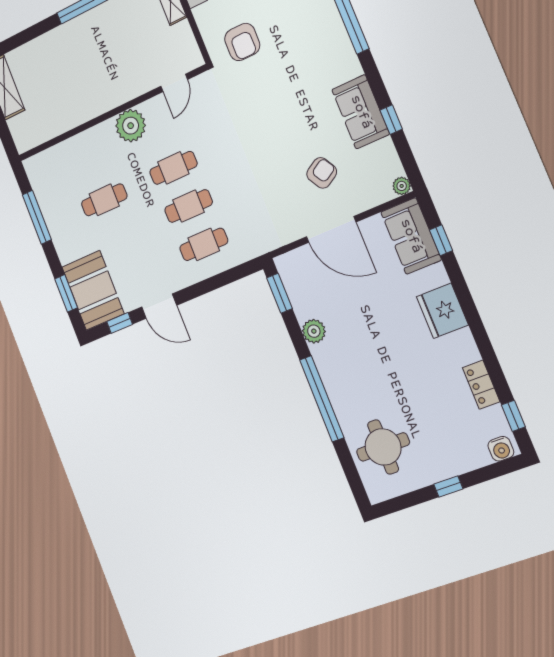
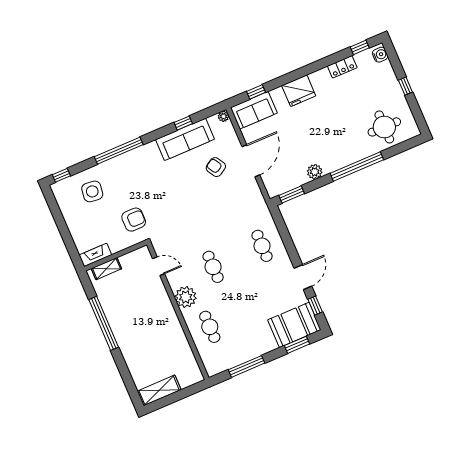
sofa: (361, 112) -> (185, 139), width x1.36
cafe table: (104, 200) -> (210, 327), moved
cafe table: (189, 206) -> (238, 256), removed

